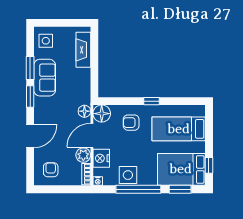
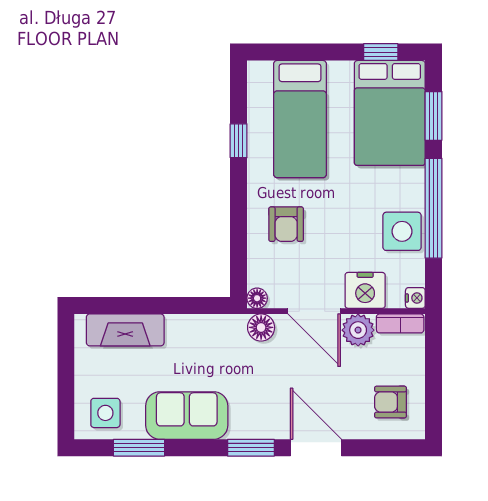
window: (30, 68) -> (139, 448), moved
window: (30, 97) -> (251, 448), moved
window: (151, 101) -> (239, 141), moved
floor lamp: (102, 114) -> (257, 298), width x0.53, depth x0.53

